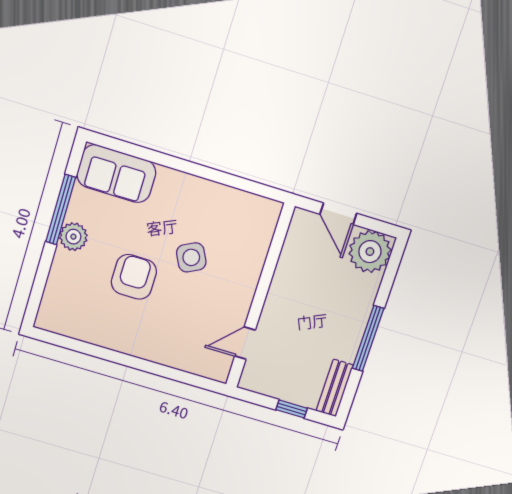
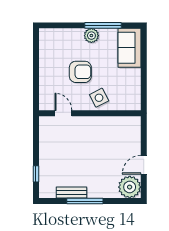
wall: (260, 296) -> (90, 113), moved
door: (245, 343) -> (63, 113), moved
bench: (335, 388) -> (71, 193), moved

